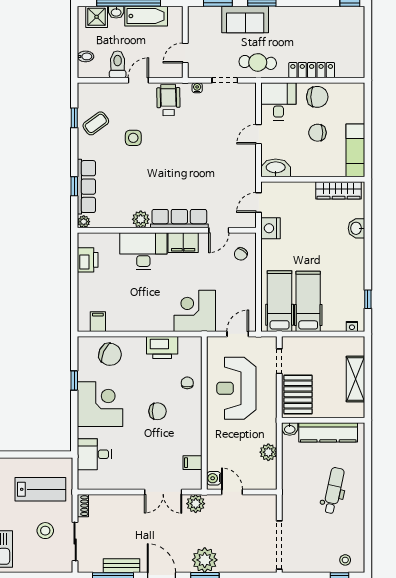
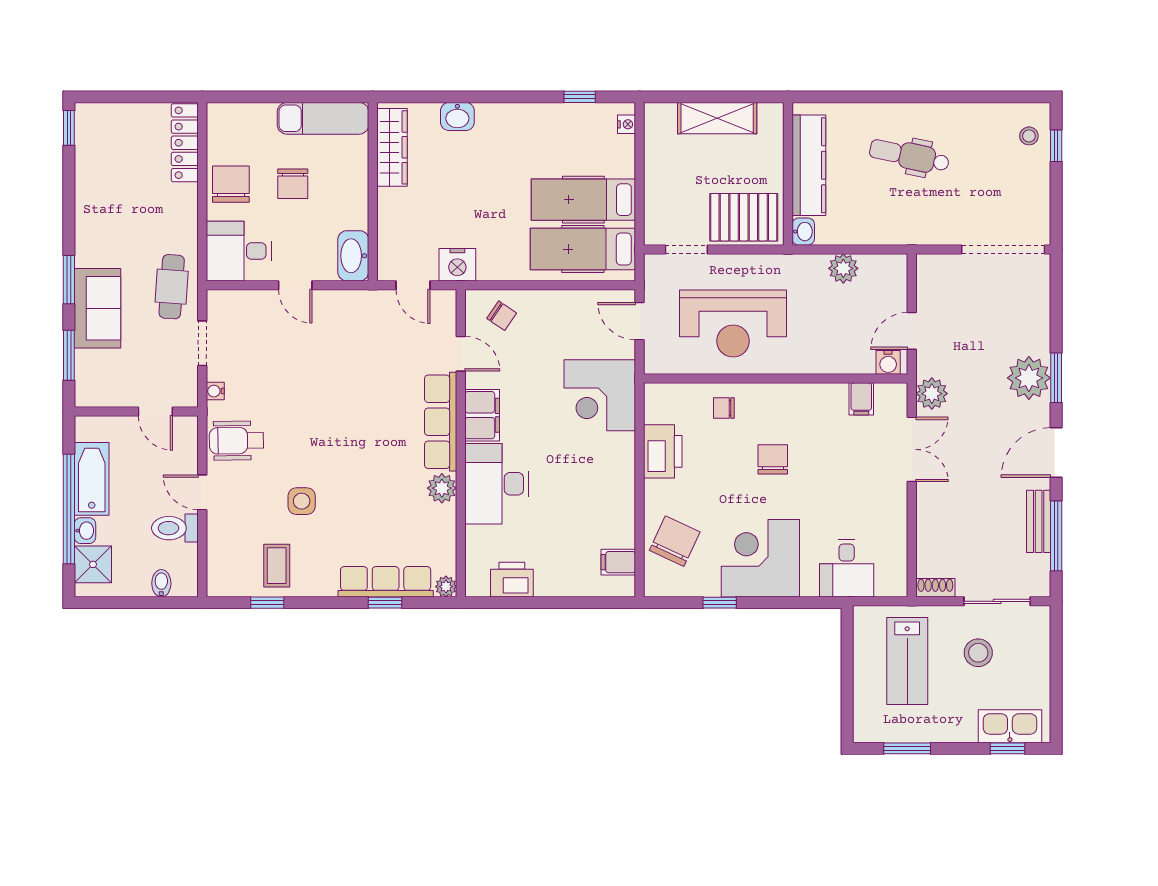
locker: (312, 70) -> (185, 143), moved
coffee table: (96, 123) -> (277, 566), turned 36
lab bench: (40, 489) -> (907, 661), turned 180

